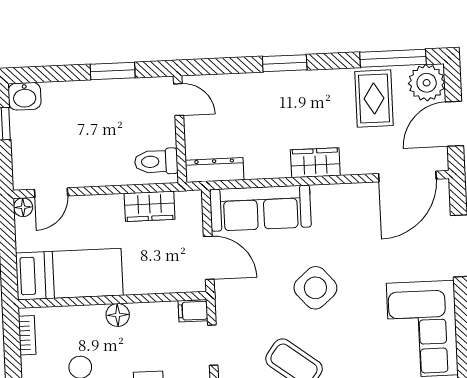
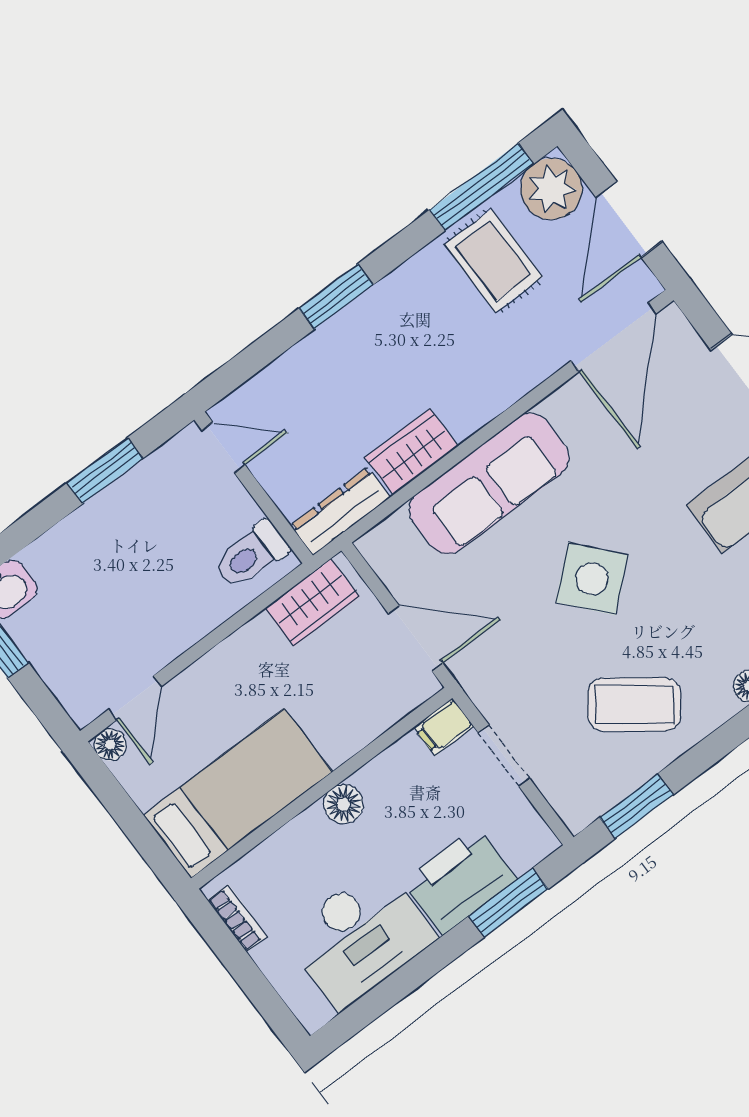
wardrobe: (315, 163) -> (412, 452), moved
wardrobe: (150, 206) -> (312, 602), moved
sofa: (261, 208) -> (489, 484), moved

